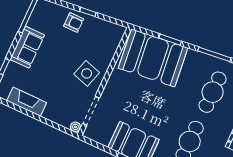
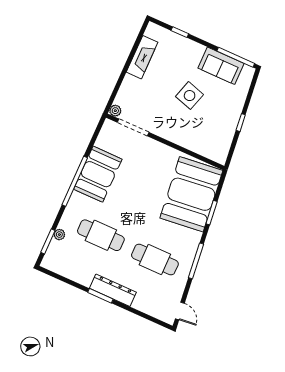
armchair: (74, 22) -> (229, 107), removed
sofa: (27, 47) -> (221, 66), moved
side table: (87, 73) -> (190, 96), moved

